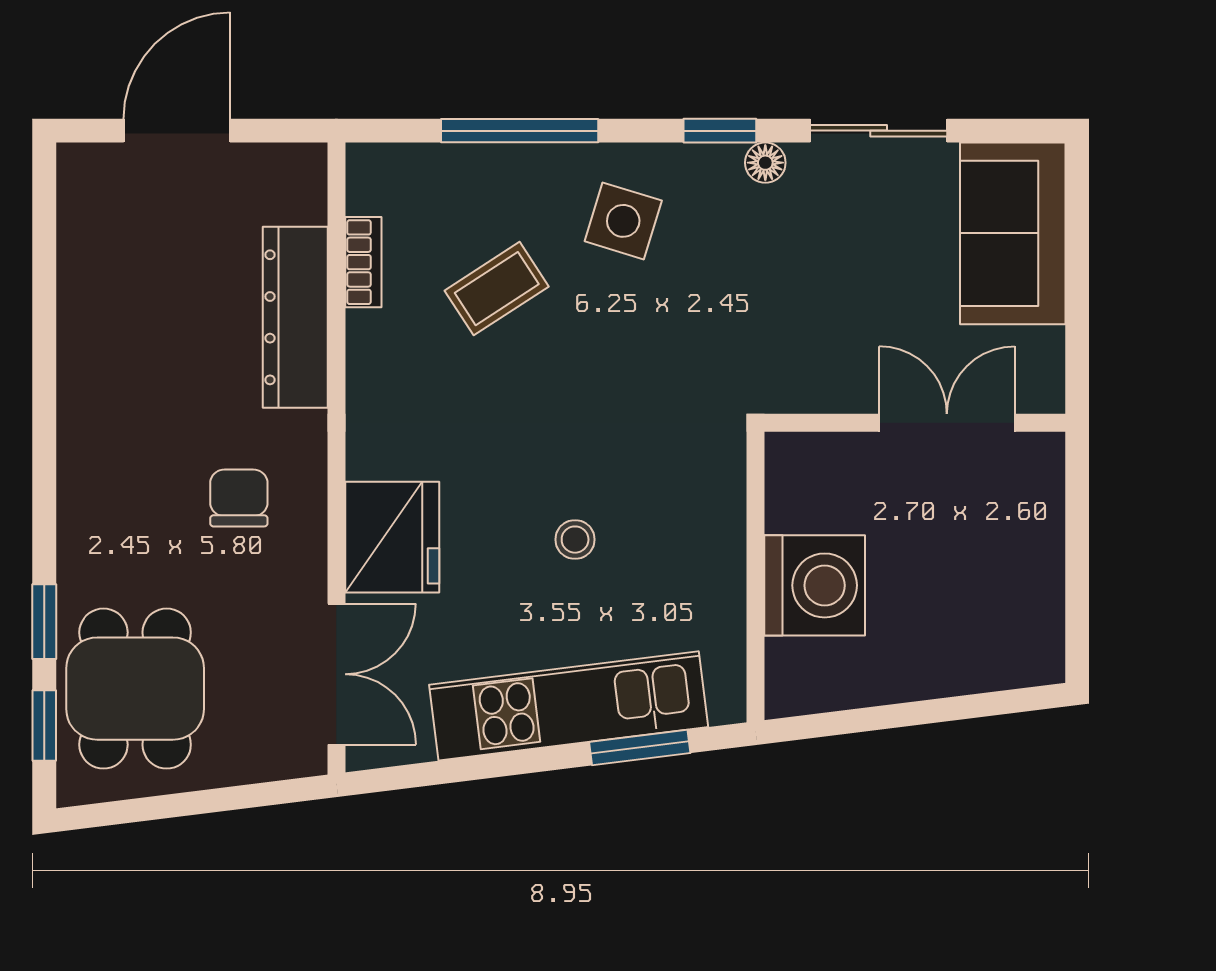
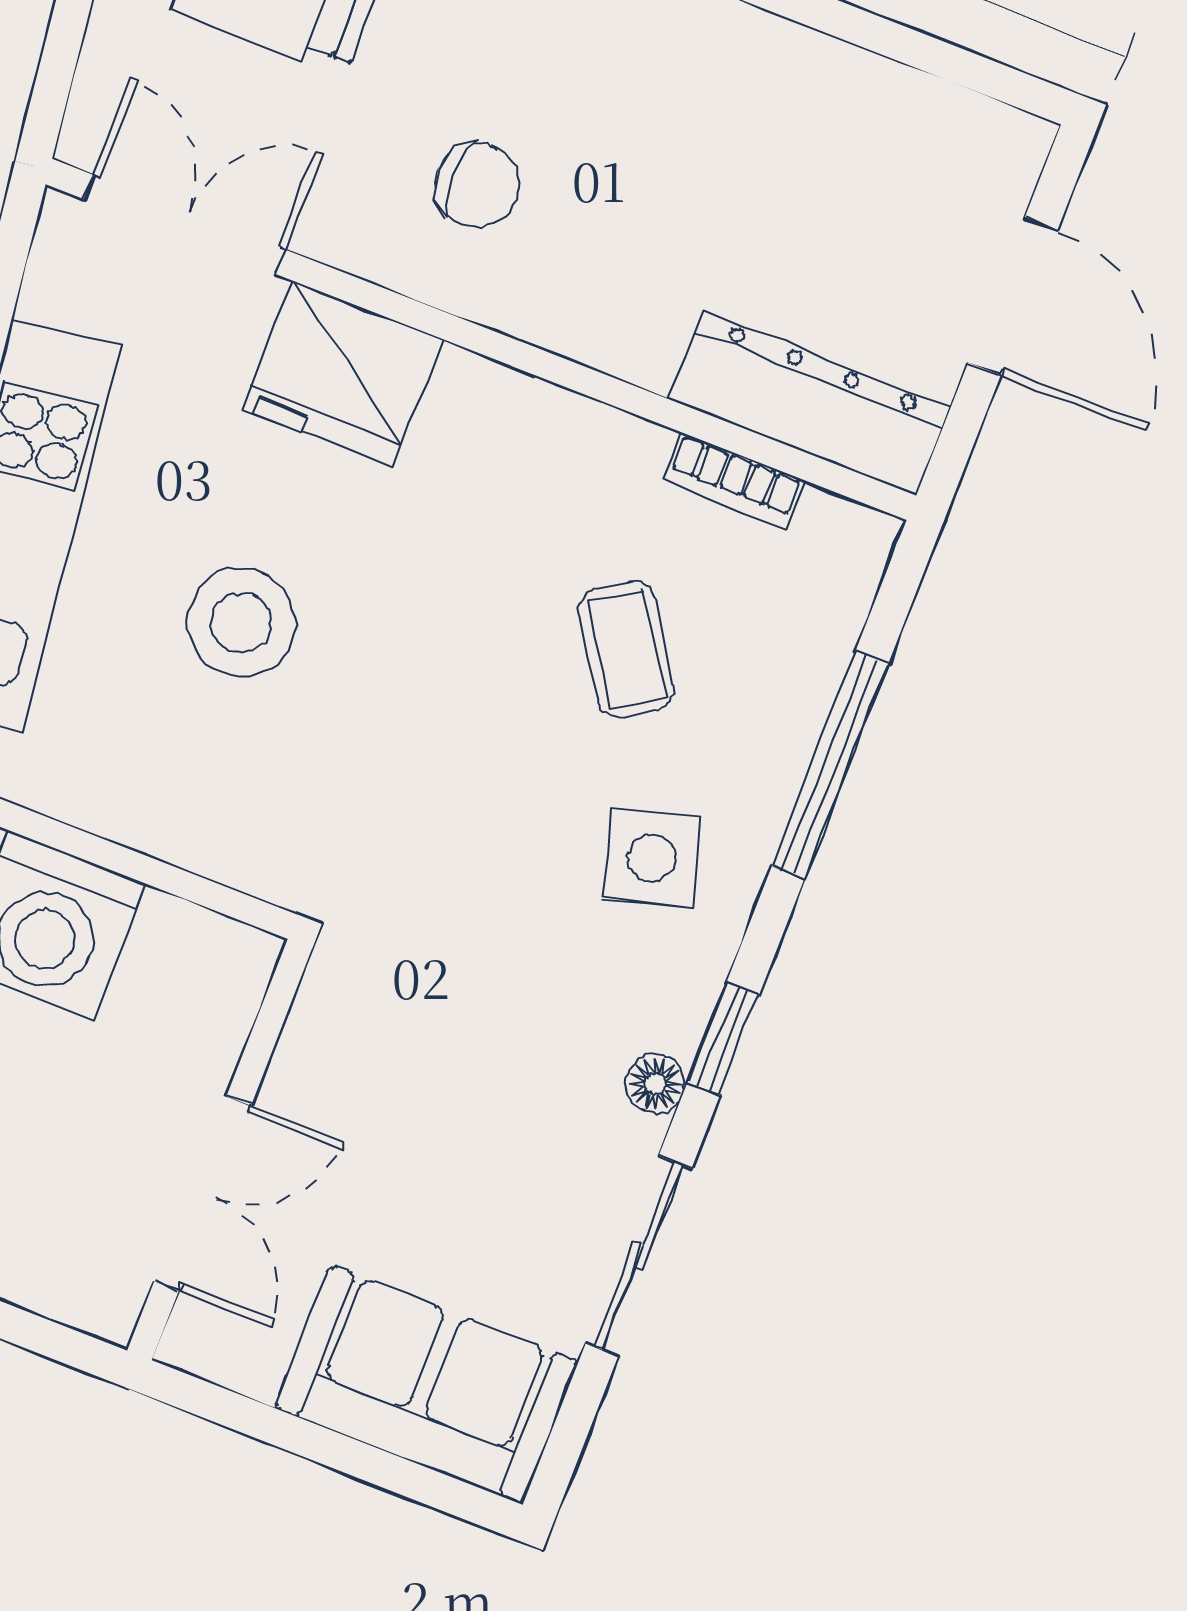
side table: (623, 221) -> (651, 858), turned -32
dresser: (295, 317) -> (810, 403), moved
stool: (575, 540) -> (241, 623), width x1.89, depth x1.89
double door: (336, 674) -> (185, 224), swing flipped

